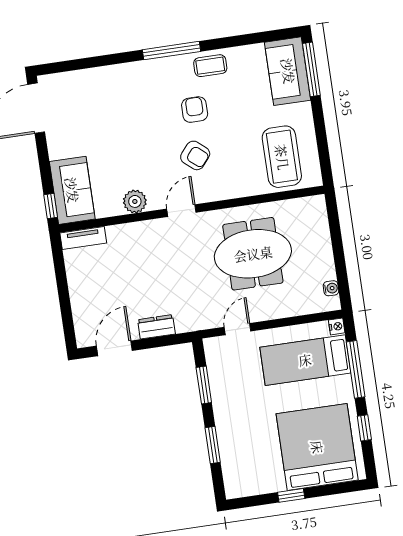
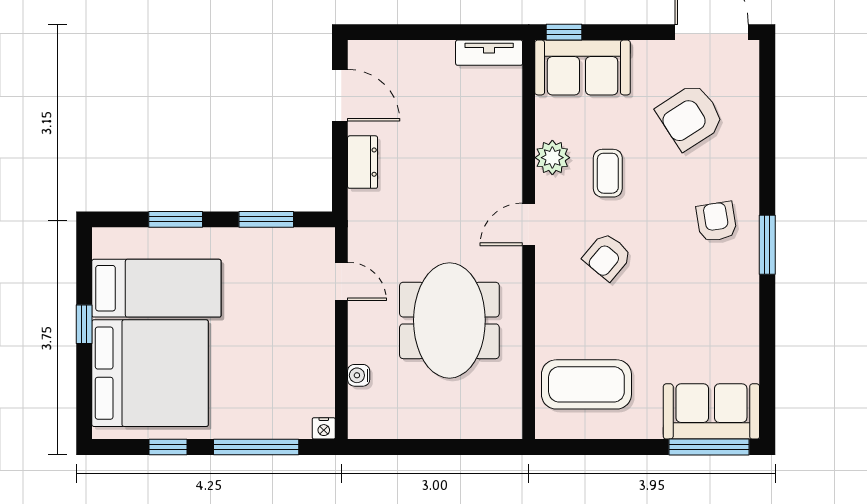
window: (172, 51) -> (767, 245), width x0.69
coffee table: (210, 66) -> (608, 173), moved
armchair: (195, 110) -> (716, 222), moved, turned -99
armchair: (94, 114) -> (690, 117), added
door: (181, 211) -> (529, 224), swing flipped
tv unit: (83, 238) -> (489, 53), moved, turned -90
water cooler: (331, 288) -> (359, 375), moved, turned 90
bed: (305, 360) -> (156, 288), moved, turned 90

